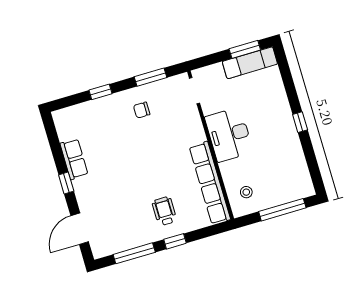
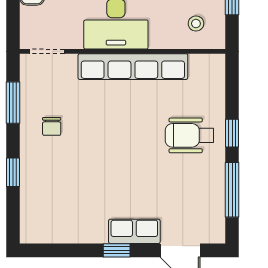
row of seats: (74, 159) -> (134, 231), moved
row of seats: (210, 183) -> (133, 67), moved
wheelchair: (164, 211) -> (189, 135), width x1.36, depth x1.37

